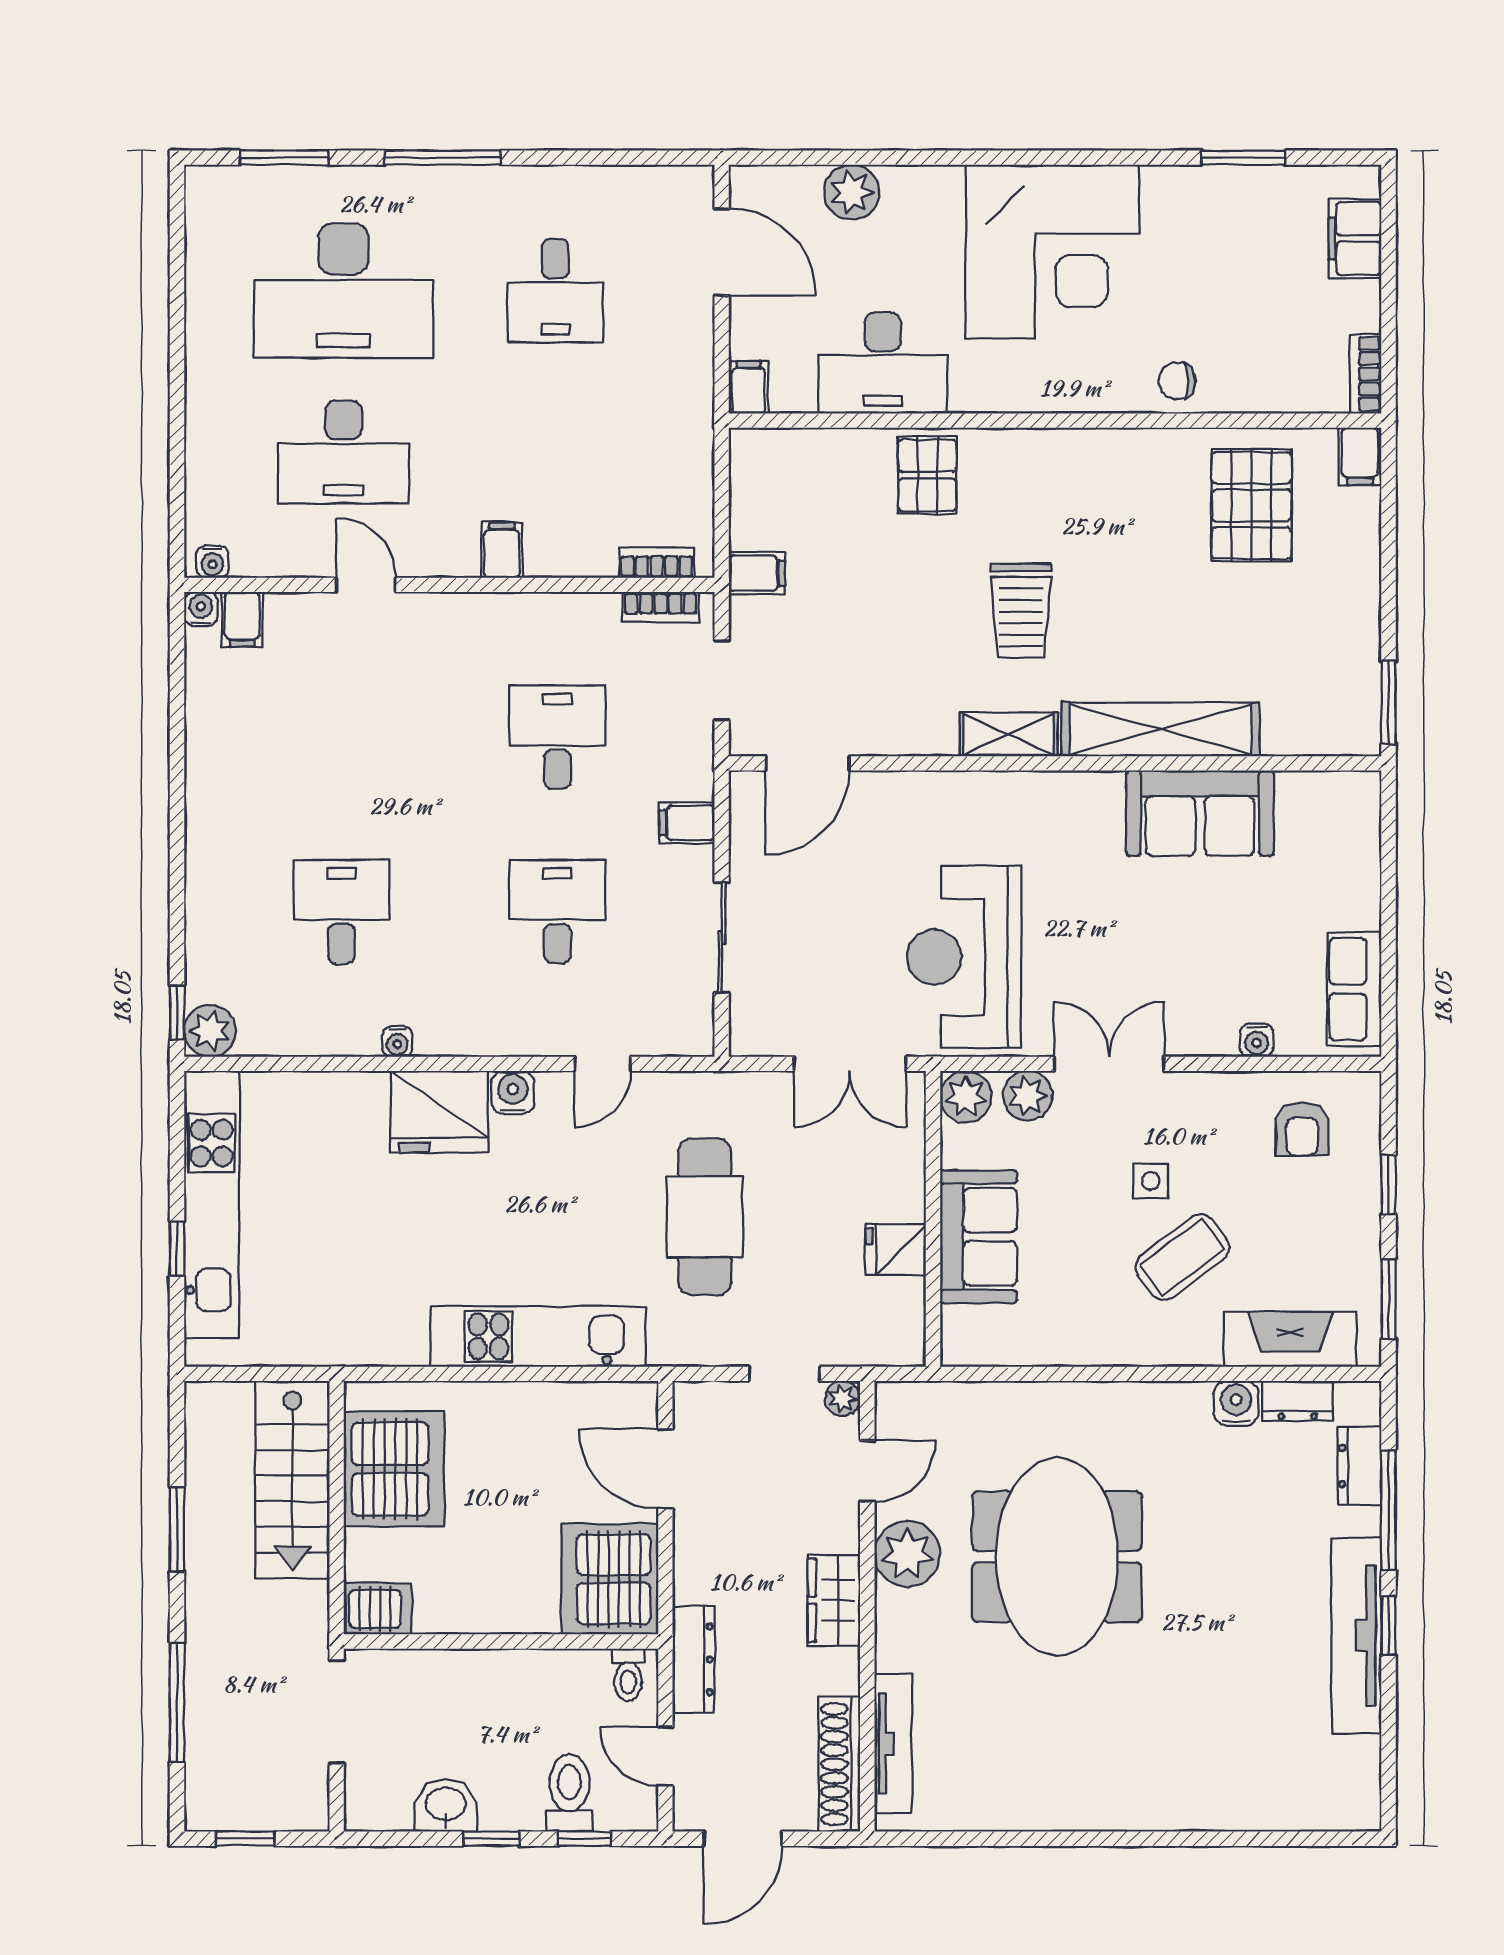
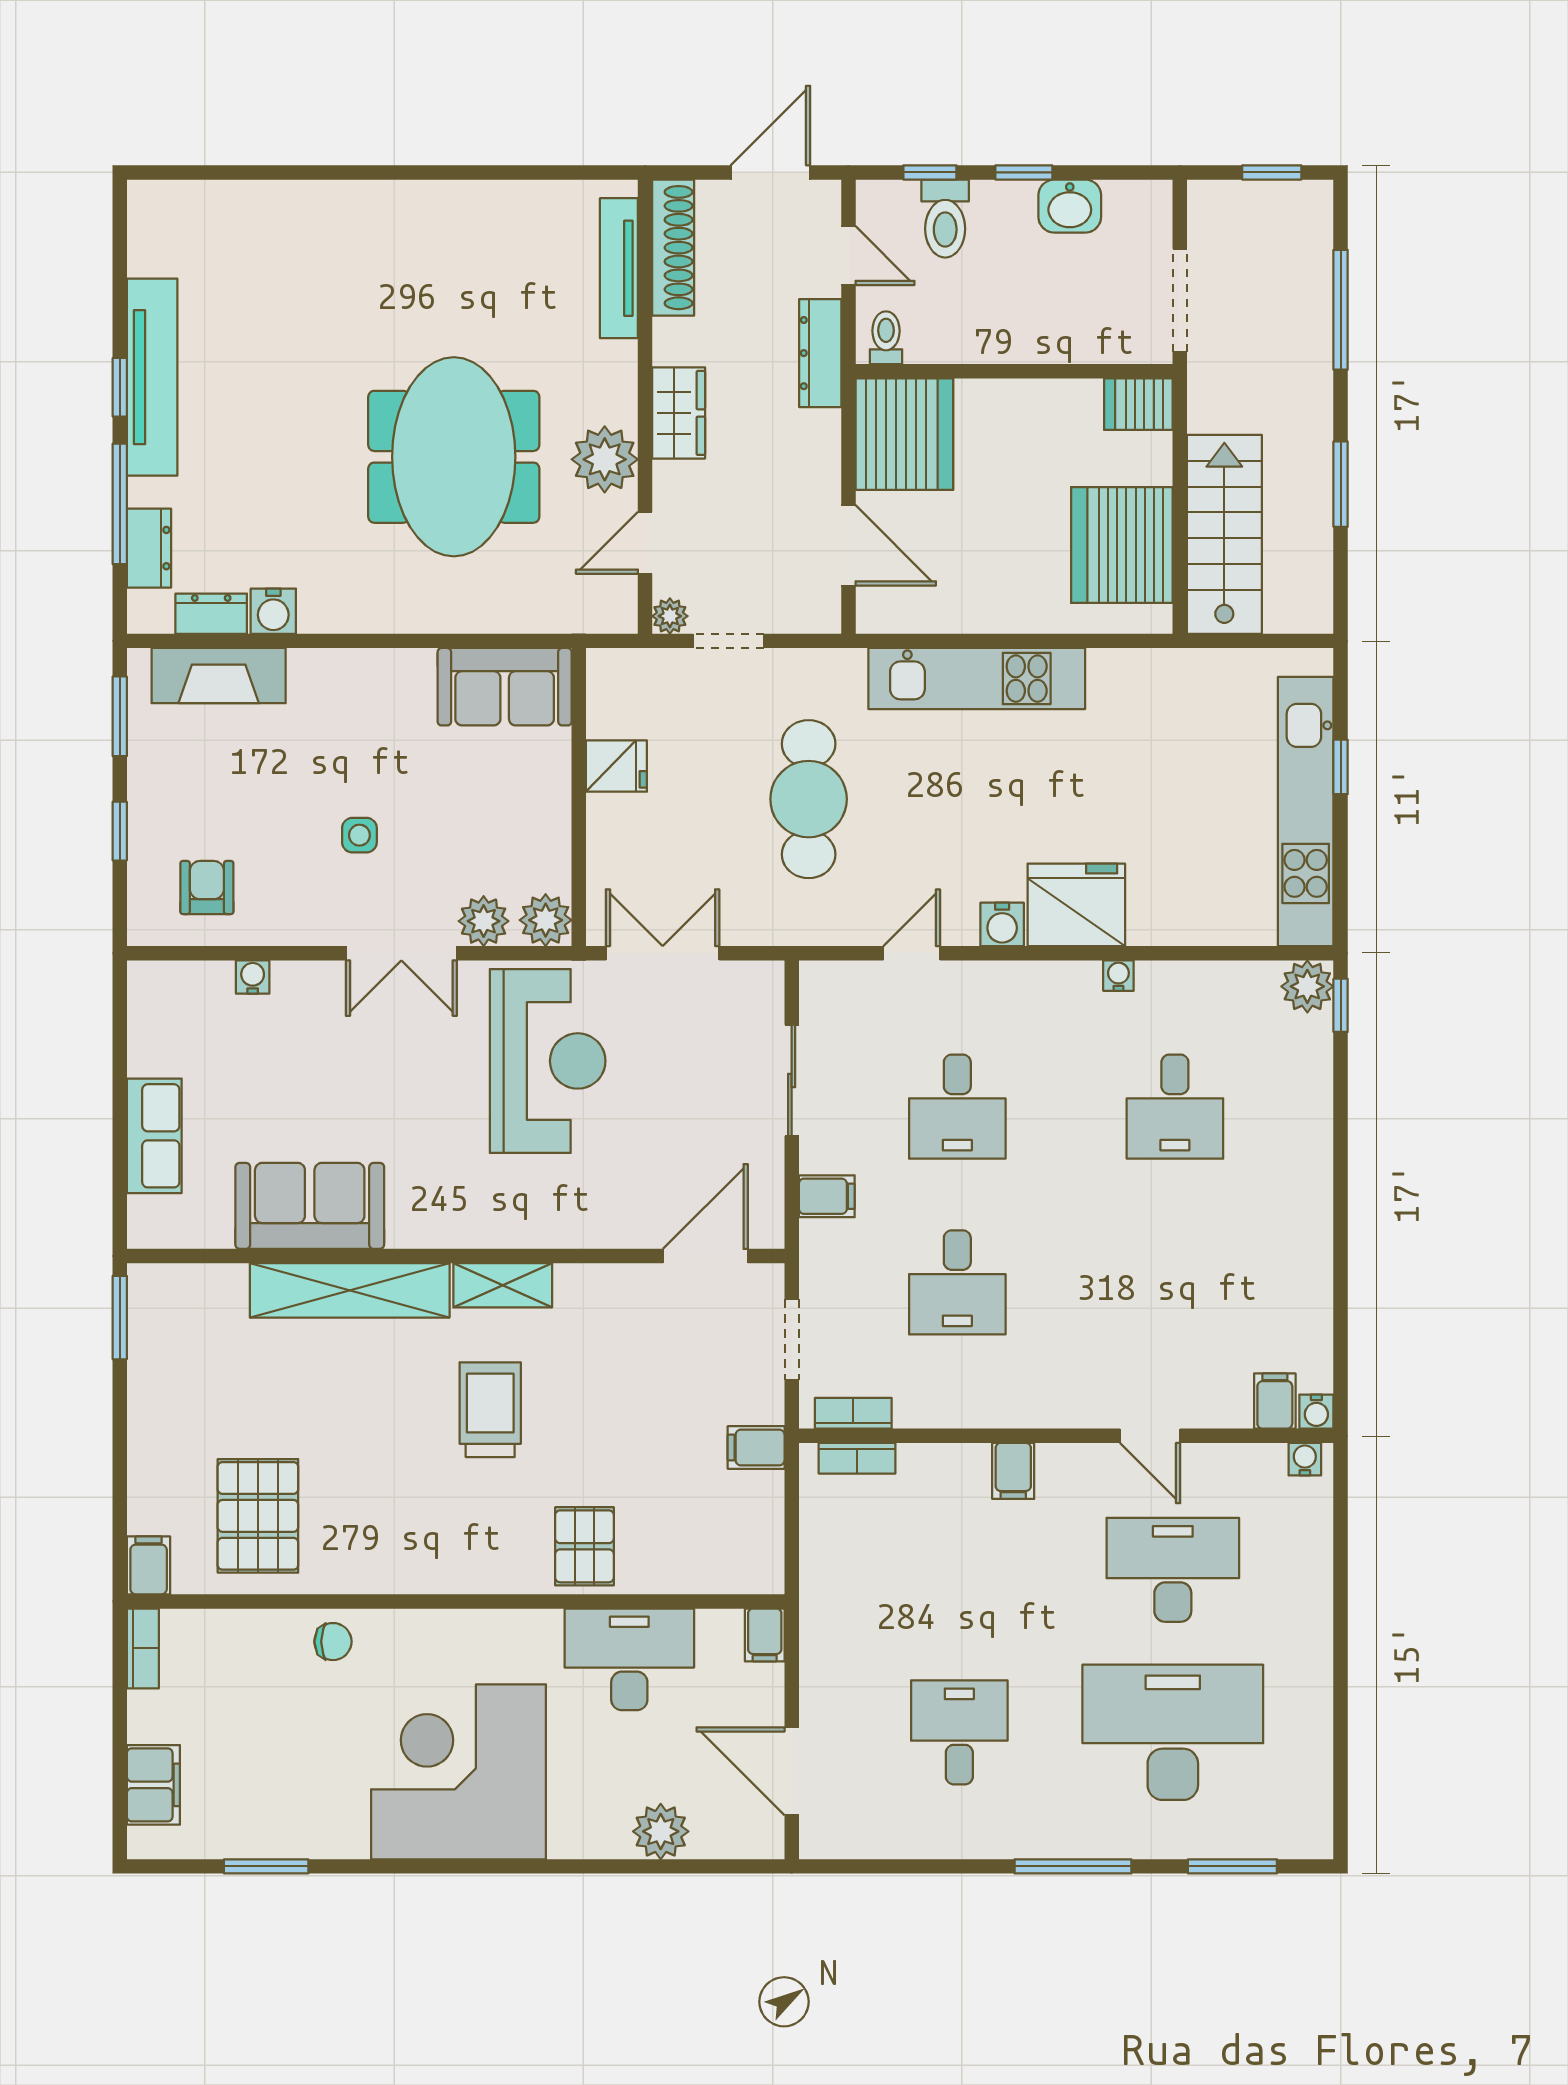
row of seats: (1354, 989) -> (154, 1136), moved
sofa: (978, 1237) -> (505, 687), moved, turned -90
coffee table: (1182, 1257) -> (328, 758), removed

